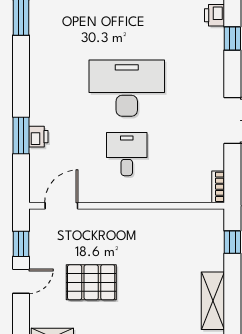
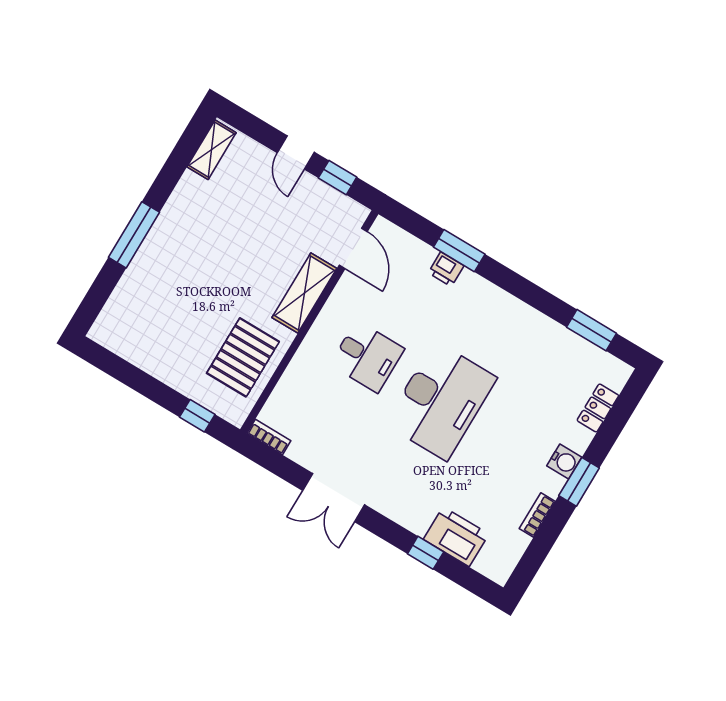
printer: (215, 15) -> (456, 537), width x1.87, depth x1.48
pallet: (91, 282) -> (243, 357), moved
shelving: (213, 301) -> (304, 293), moved, turned 90

